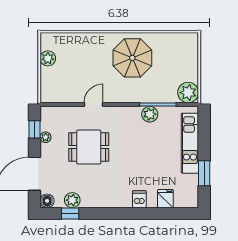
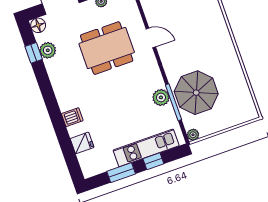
parasol: (132, 58) -> (196, 93), moved
plant: (188, 93) -> (193, 135), width x0.53, depth x0.53
window: (204, 141) -> (153, 161), added
dining table: (89, 147) -> (107, 48), width x1.38

